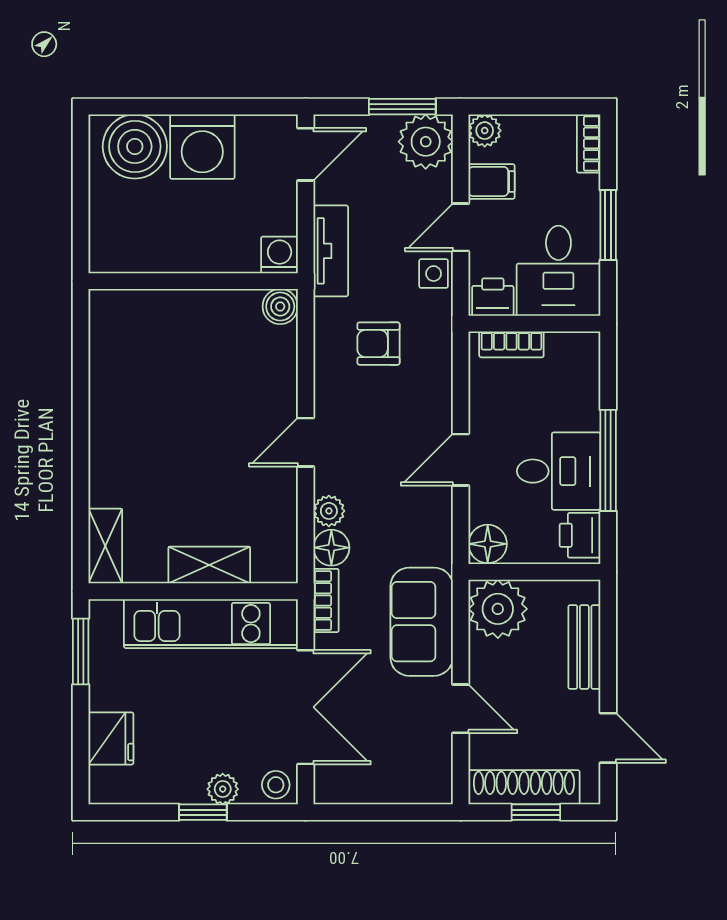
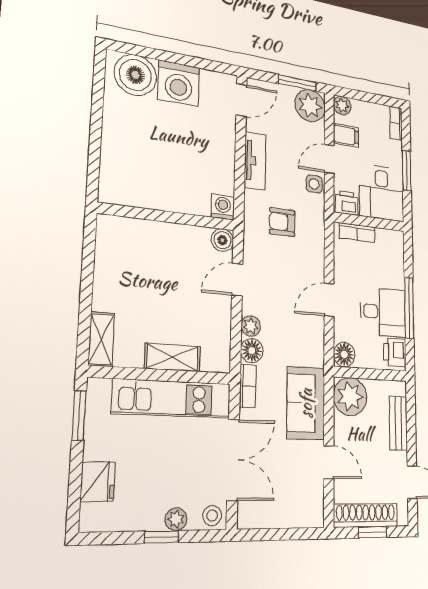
washing machine: (280, 255) -> (223, 207), moved
wall: (193, 281) -> (167, 217), moved
boiler: (280, 306) -> (222, 240), moved

